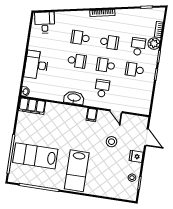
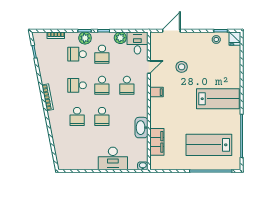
desk: (45, 23) -> (137, 43), moved, turned 101
school desk: (109, 42) -> (77, 85), turned -90
plant: (154, 44) -> (85, 38), moved
school desk: (77, 61) -> (102, 116), turned 180
school desk: (102, 88) -> (127, 85), turned -90
plant: (147, 89) -> (120, 38), added
washbasin: (74, 98) -> (141, 128), moved
filing cabinet: (32, 106) -> (157, 142), moved
lab bench: (35, 156) -> (209, 145), turned 90
fridge: (136, 156) -> (235, 39), moved

